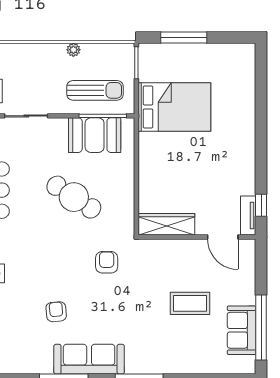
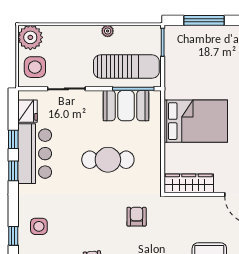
sun lounger: (95, 90) -> (126, 67), width x1.36, depth x1.34
bed: (174, 107) -> (196, 121), moved
cafe table: (74, 197) -> (108, 160), turned -33

